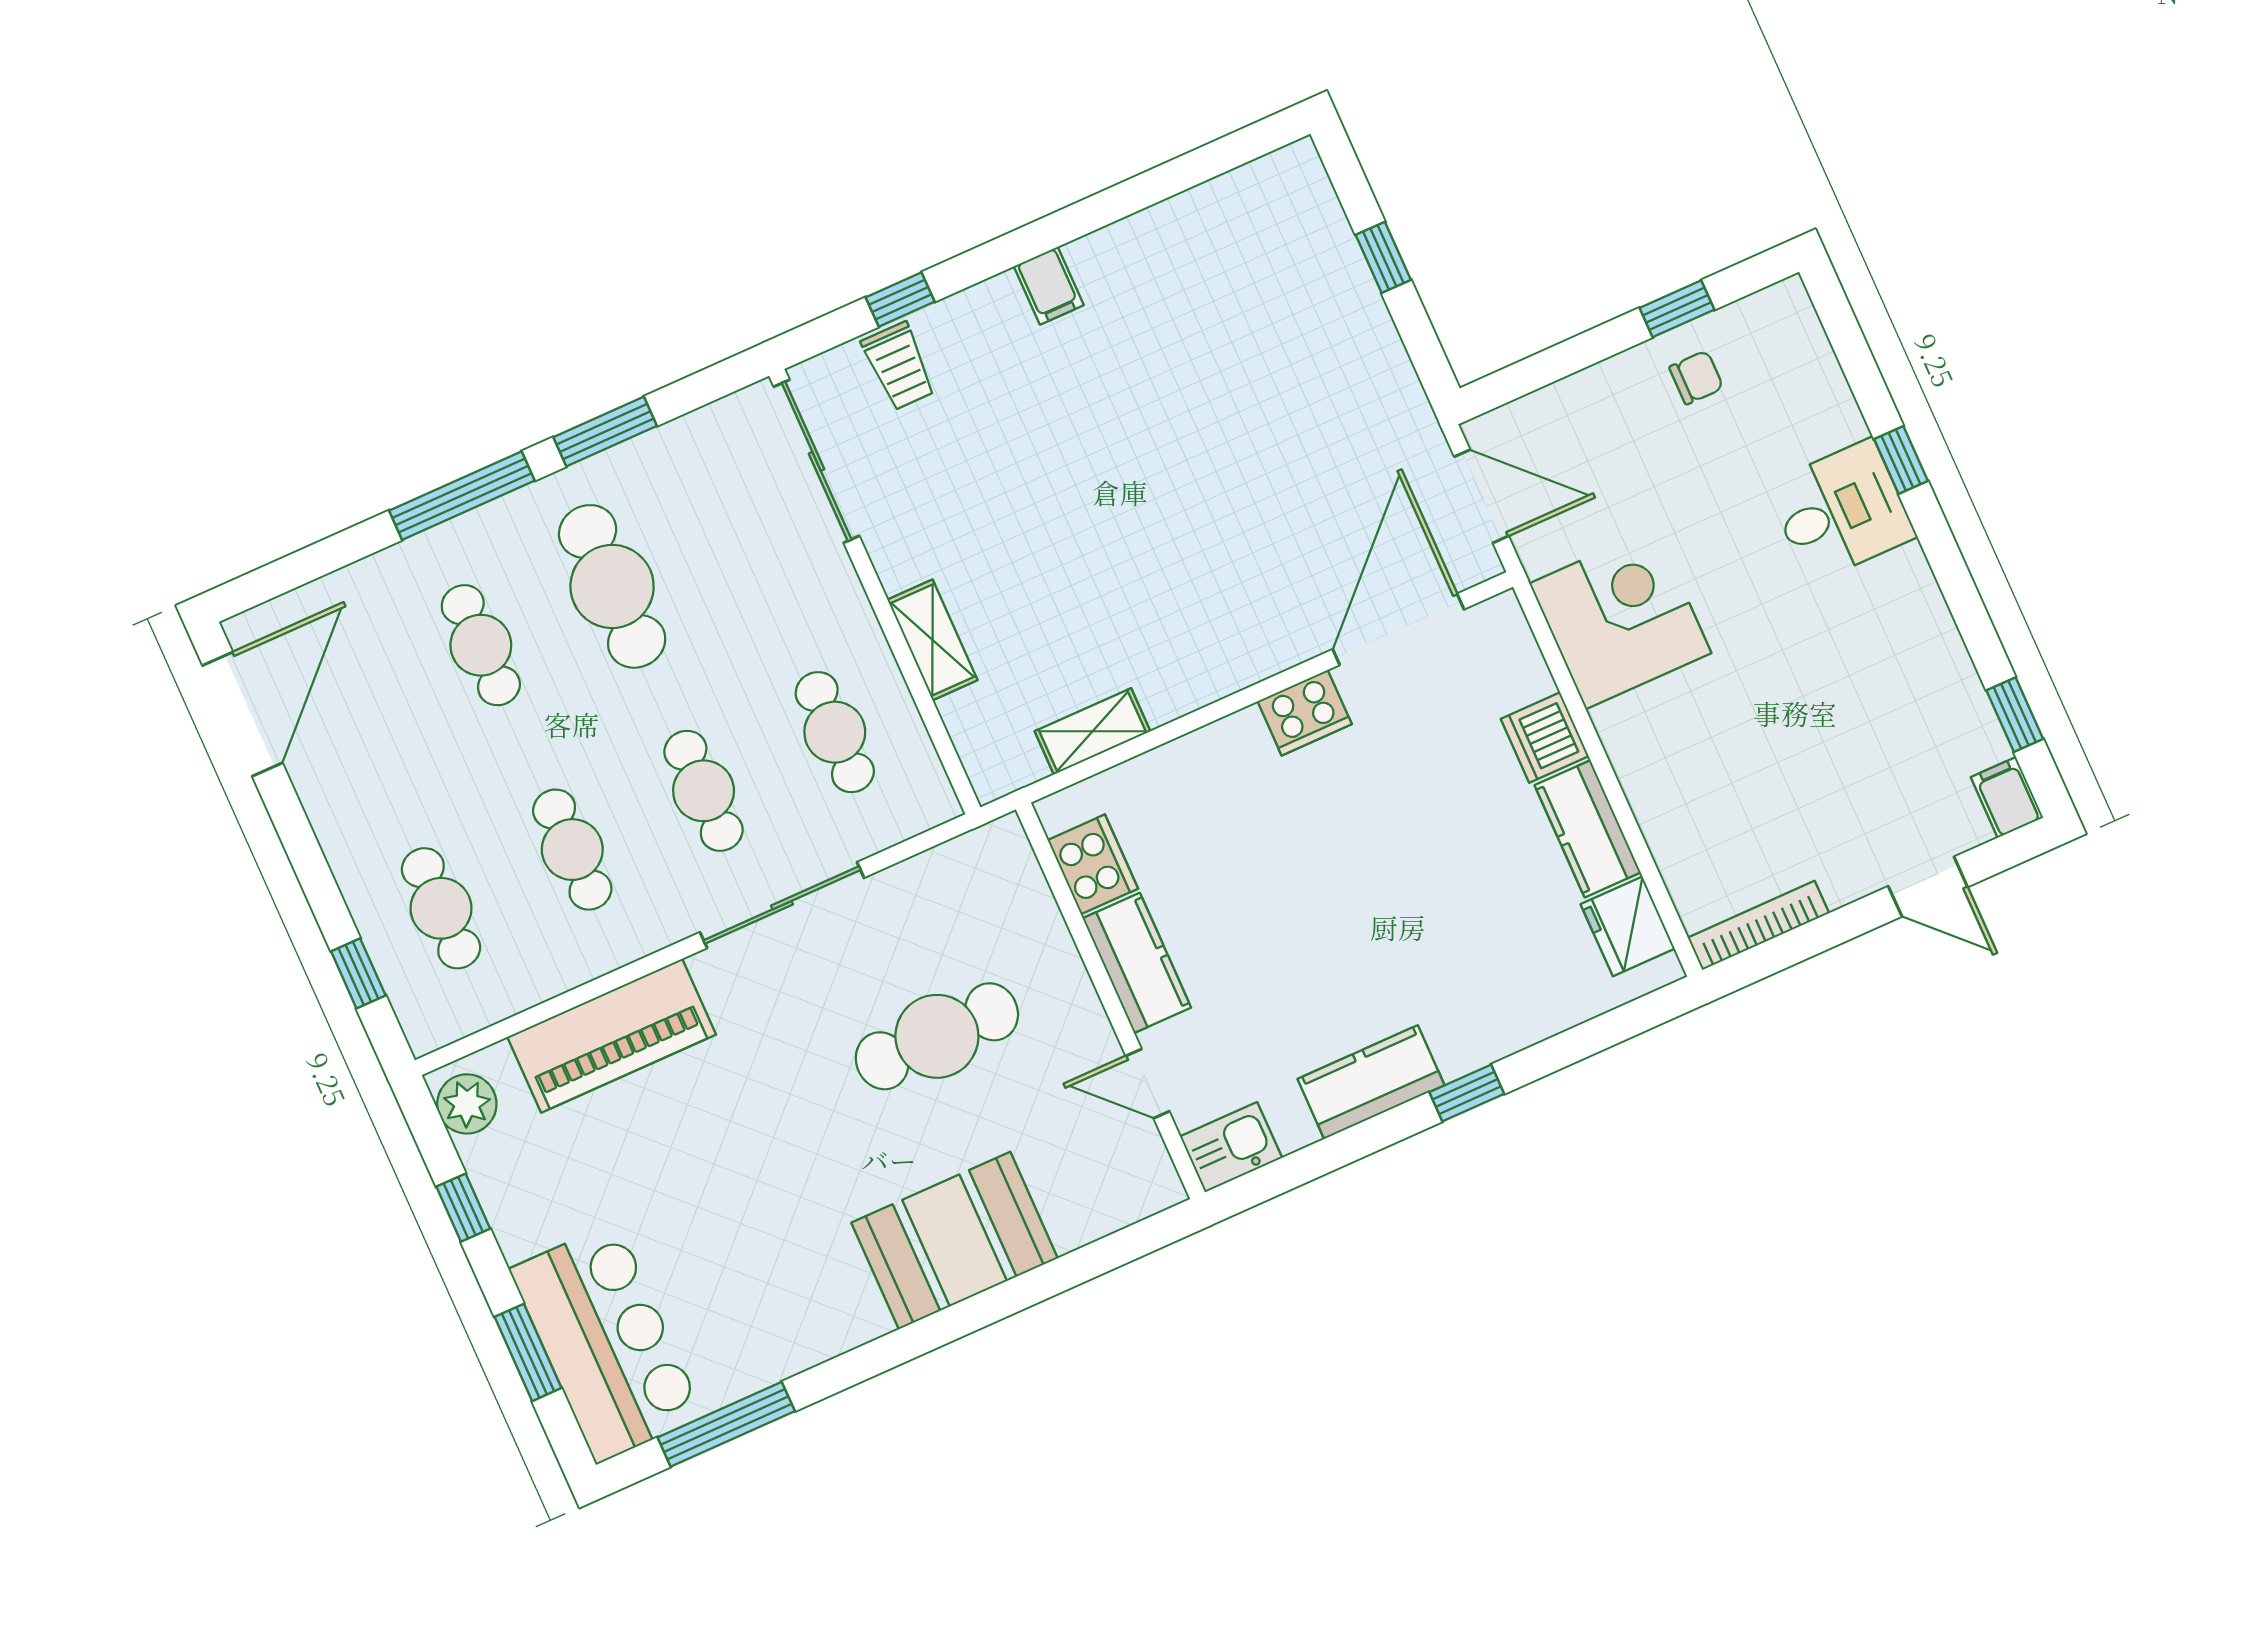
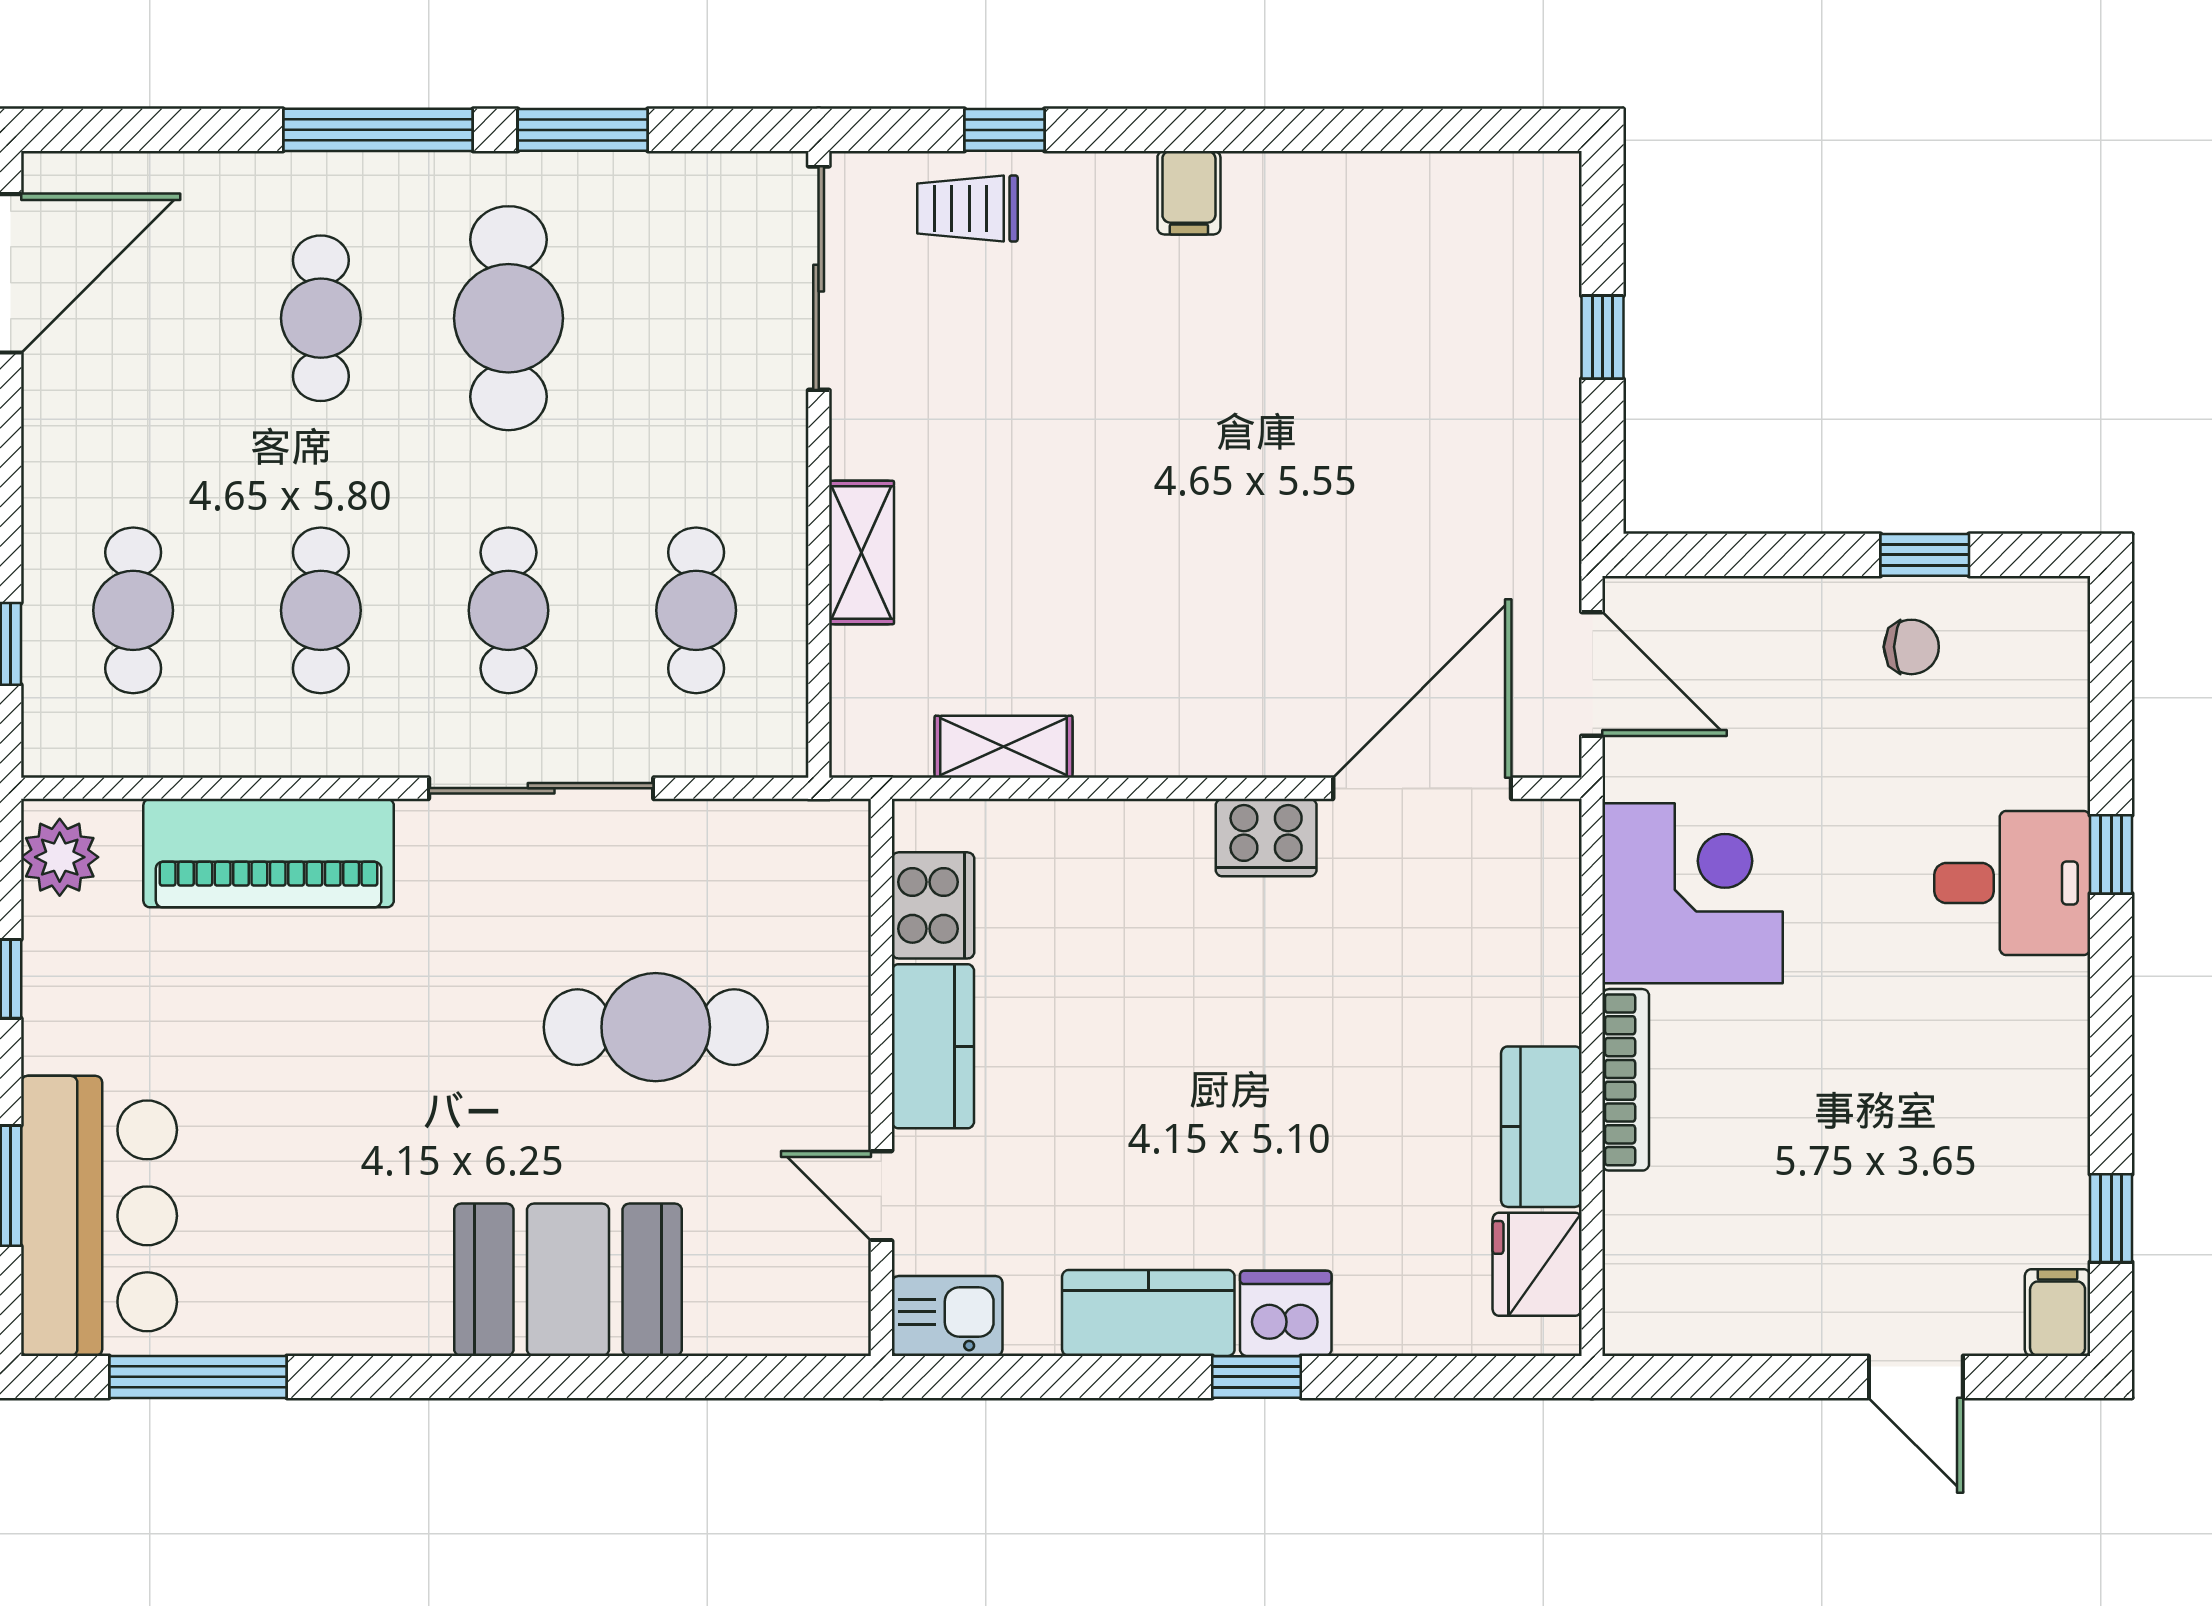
trolley: (899, 366) -> (967, 208), turned 90
dishwasher: (1545, 738) -> (1286, 1313), moved, turned 90
bookcase: (1758, 925) -> (1626, 1080), moved, turned 90

